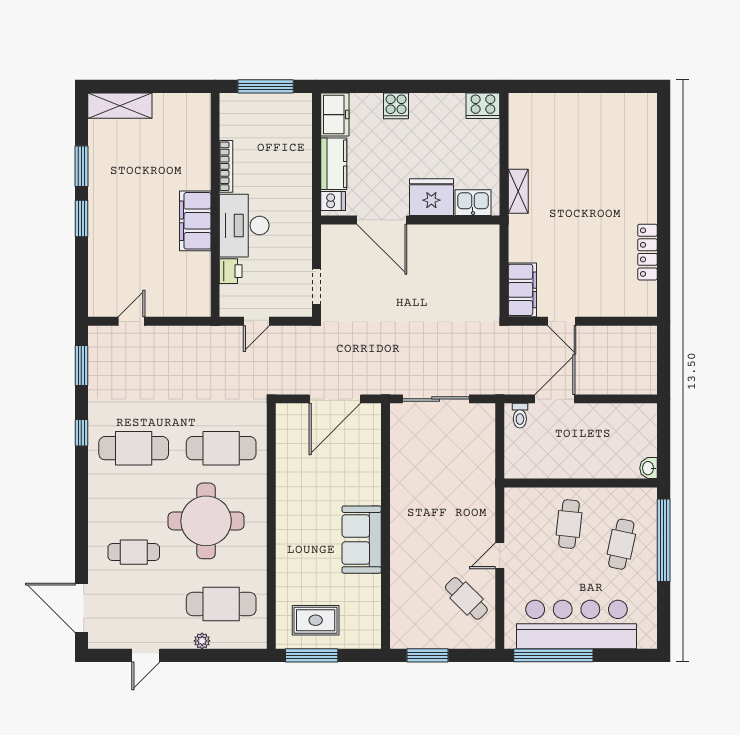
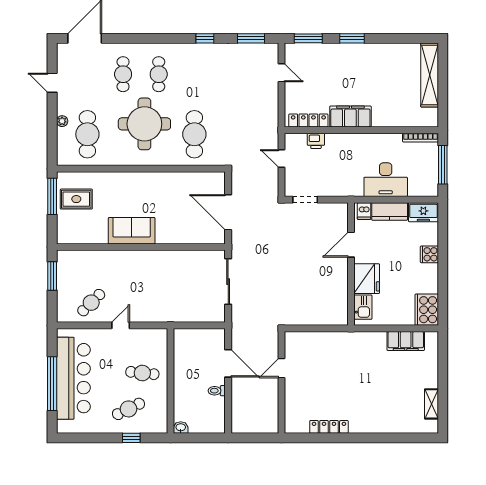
shelving: (120, 106) -> (430, 75), width x1.47
cooker: (483, 106) -> (427, 310), width x1.37, depth x1.31
window: (81, 166) -> (308, 38), moved
bookcase: (226, 166) -> (421, 138), moved
shelving: (518, 191) -> (431, 404), moved, turned 90
door: (382, 220) -> (351, 245), width x0.73
desk: (244, 226) -> (386, 180), moved, turned 180
locker: (201, 282) -> (308, 120), added
filing cabinet: (522, 290) -> (406, 341), moved
toilet: (520, 416) -> (217, 391), moved
cafe table: (134, 448) -> (159, 74), moved, width x0.73, depth x0.74
window: (664, 540) -> (131, 438), width x0.32
cafe table: (621, 544) -> (128, 409), turned -38
door: (500, 556) -> (121, 325), hinge flipped
rug: (316, 620) -> (76, 199), turned 90
window: (553, 655) -> (52, 384), moved

